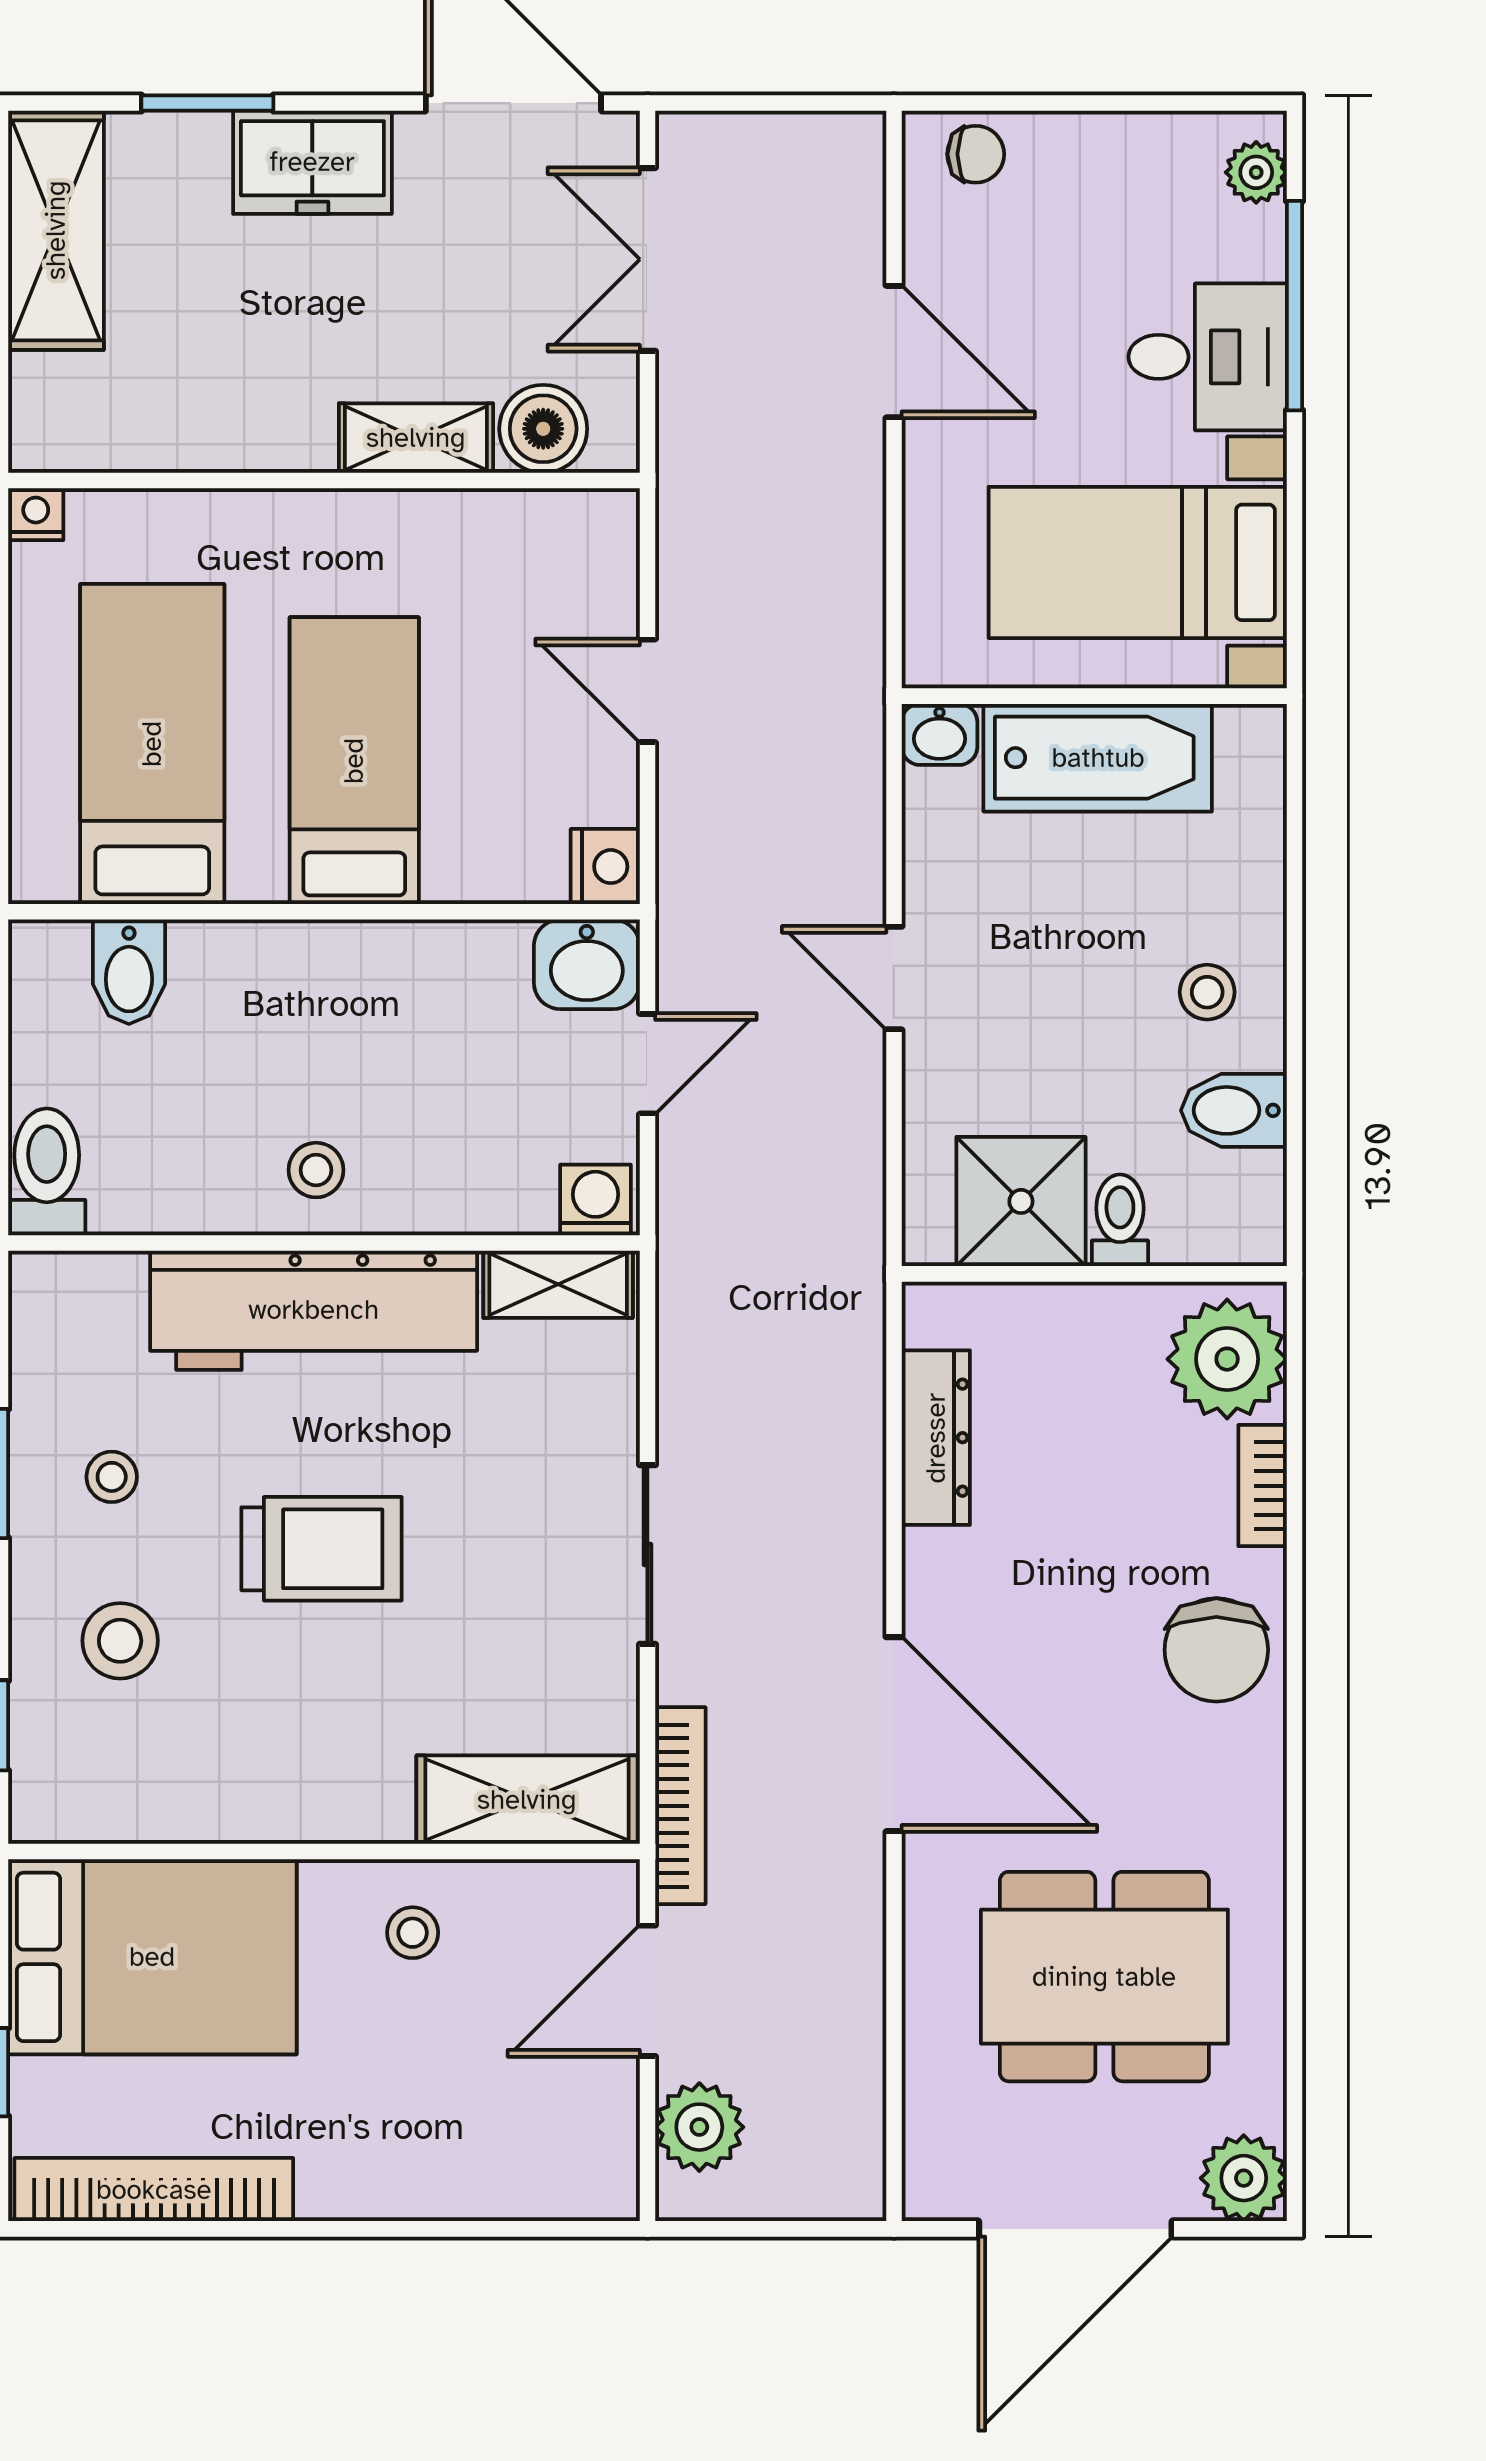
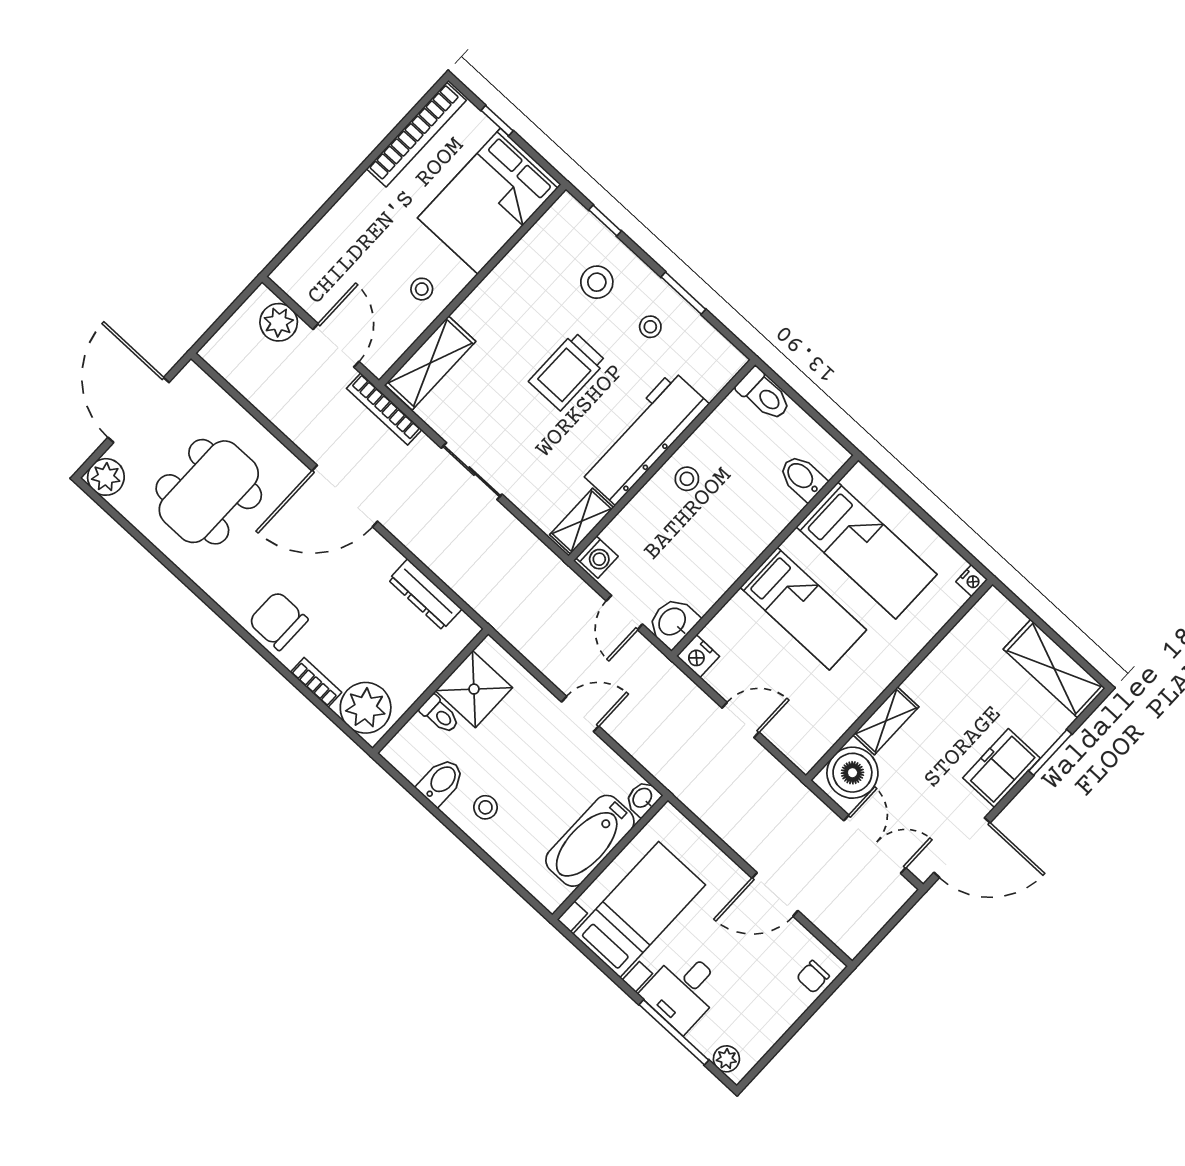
boiler: (543, 429) -> (852, 773), width x1.37, depth x1.37

